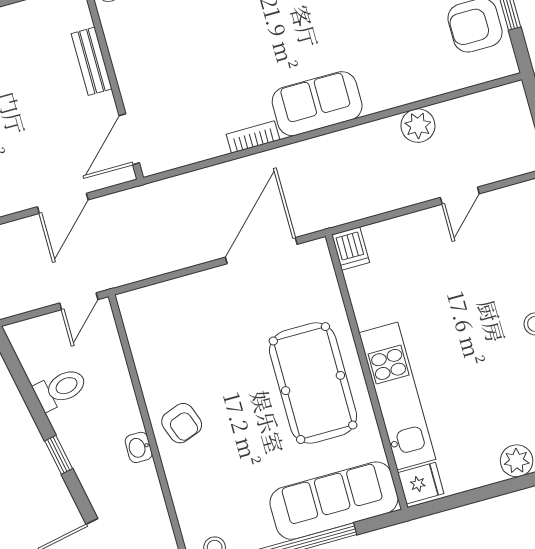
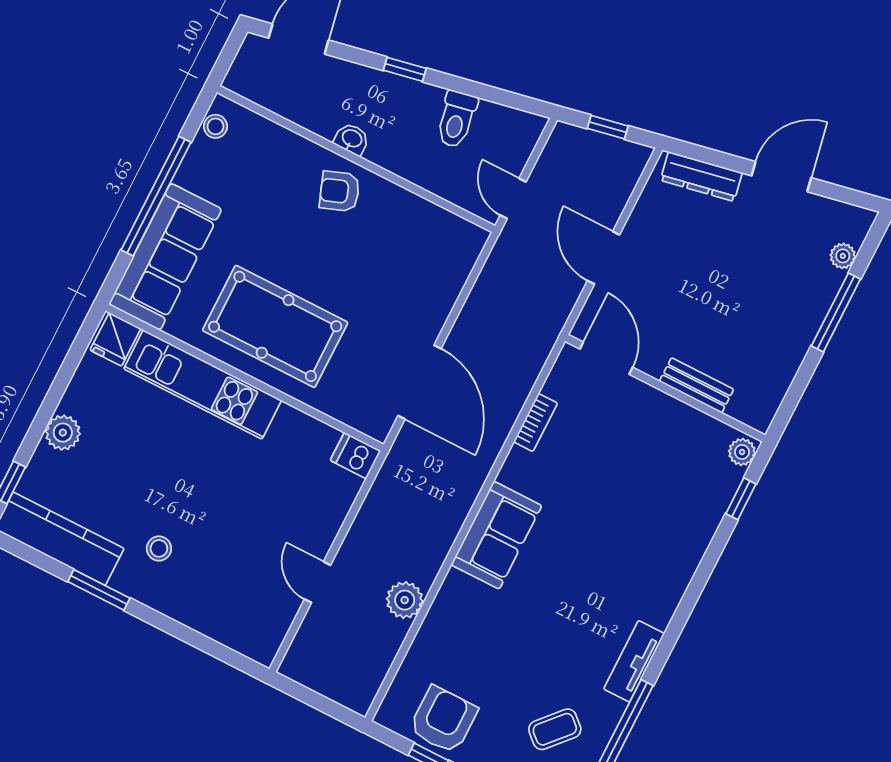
bookcase: (253, 137) -> (536, 422), moved

